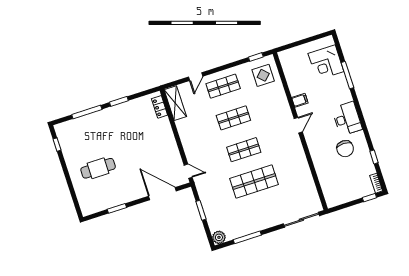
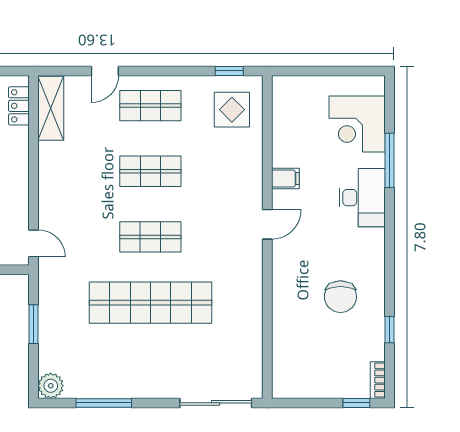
desk: (347, 119) -> (362, 198), moved
shop shelf: (254, 181) -> (150, 303), width x1.40

